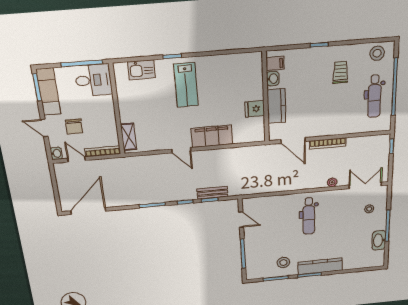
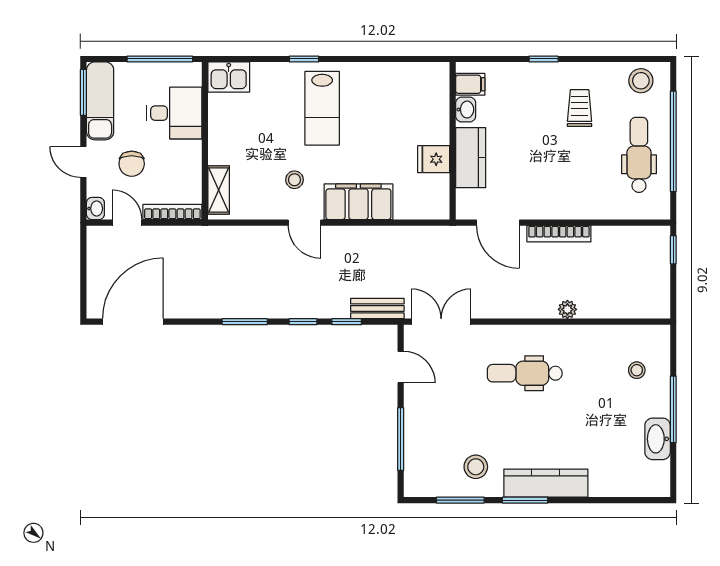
kitchen sink: (141, 70) -> (229, 77), moved
desk: (93, 80) -> (174, 113), moved
dental chair: (374, 96) -> (639, 155), turned 180
stool: (173, 127) -> (294, 180), added
double door: (365, 185) -> (441, 322), moved
bench: (212, 193) -> (377, 308), moved
dental chair: (309, 216) -> (525, 373), turned 90

